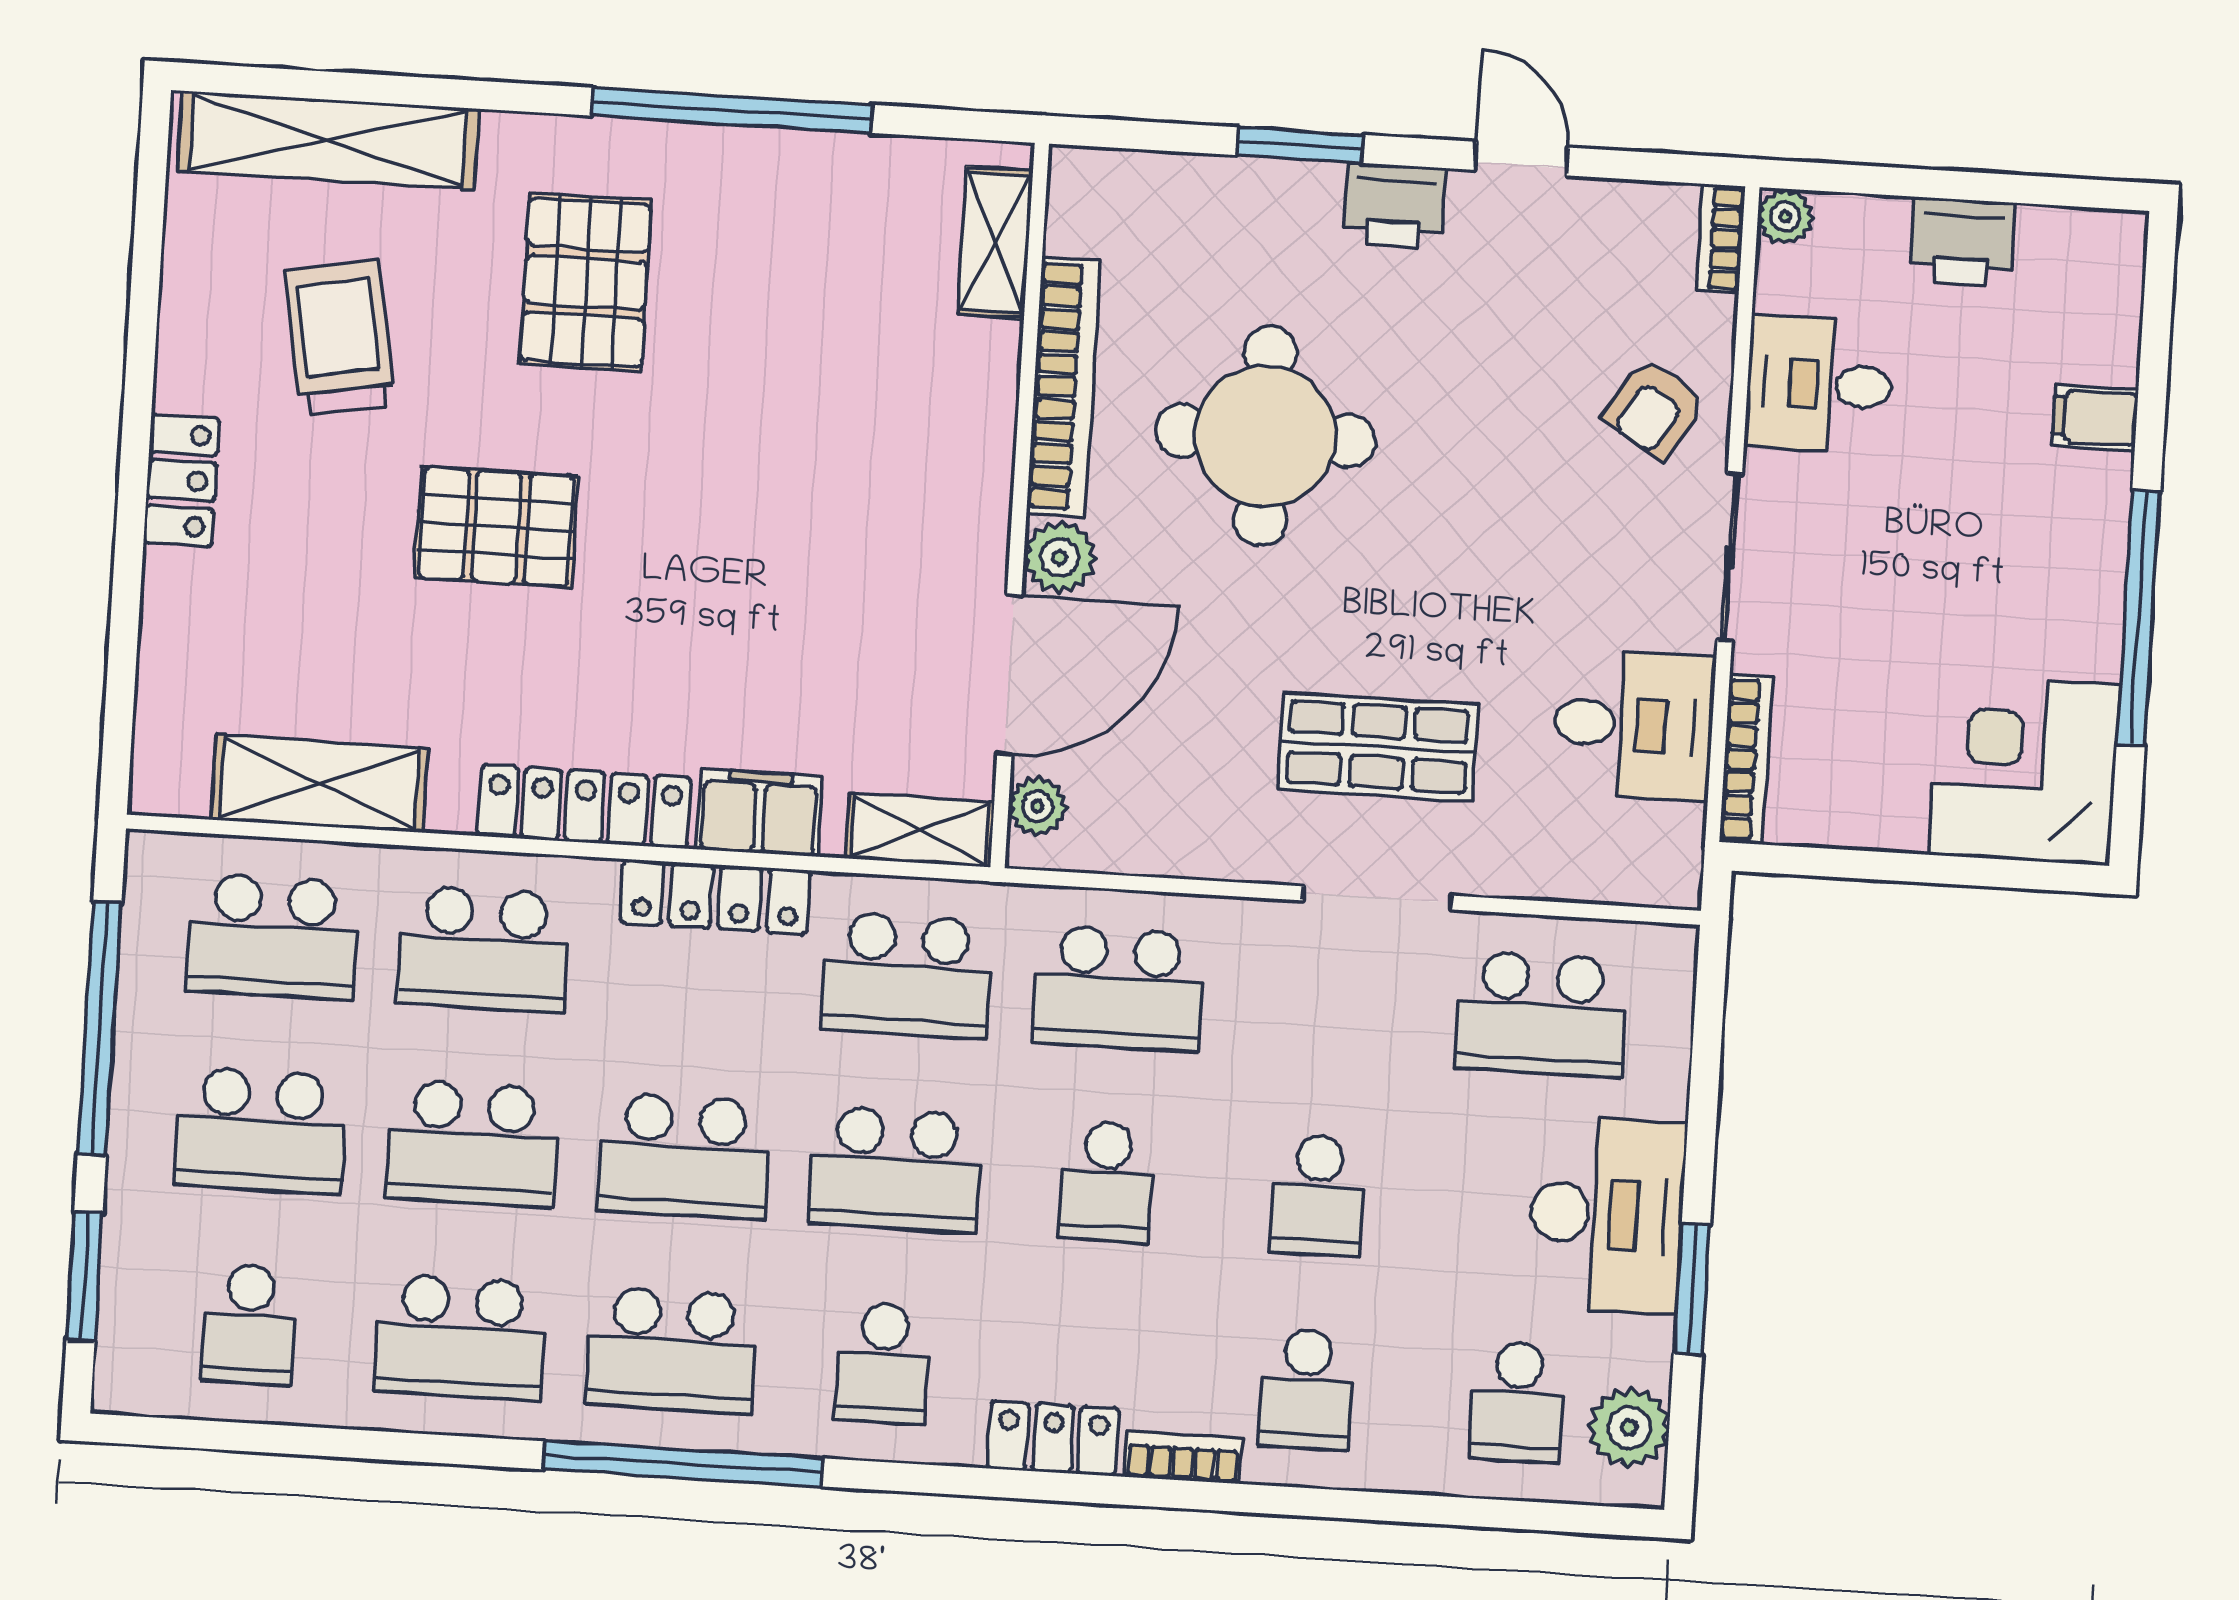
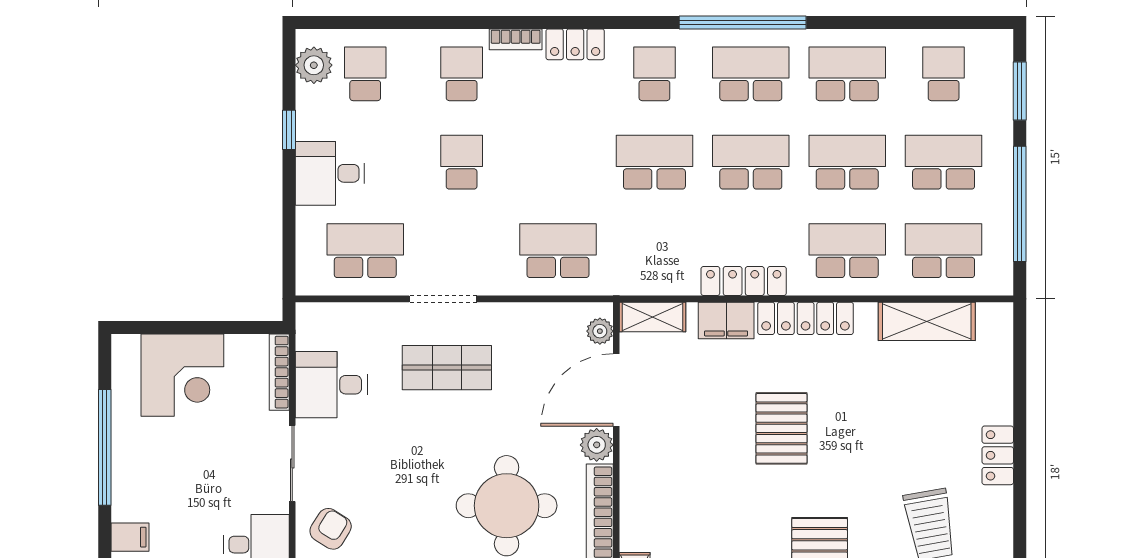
pallet: (496, 527) -> (781, 428), moved, turned 90
corner desk: (2024, 770) -> (182, 375), moved
school desk: (907, 975) -> (654, 251), removed
school desk: (1106, 1182) -> (558, 162), removed
desk: (1607, 1215) -> (330, 173), width x0.73
window: (1692, 1289) -> (289, 130), width x0.67

